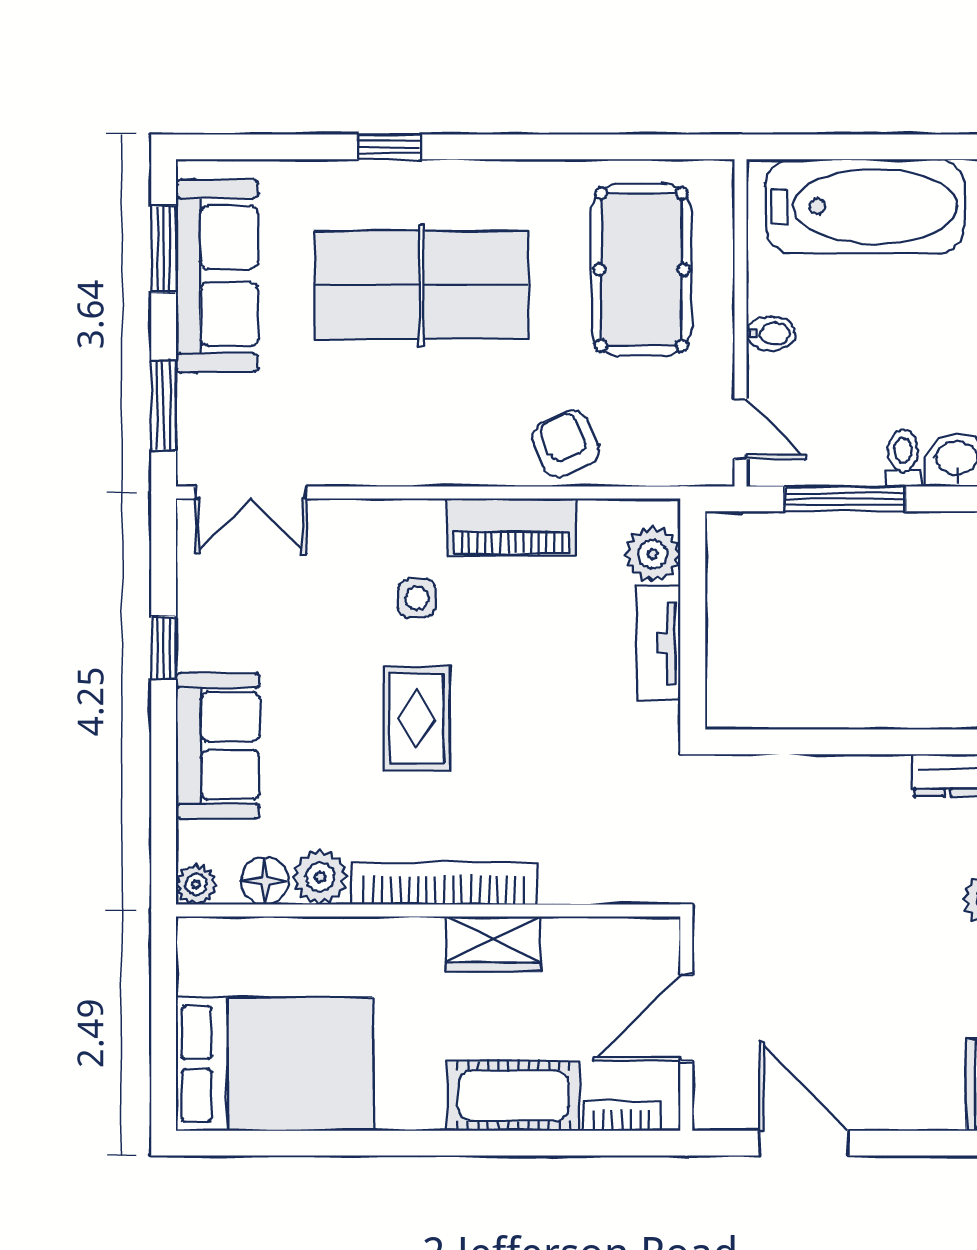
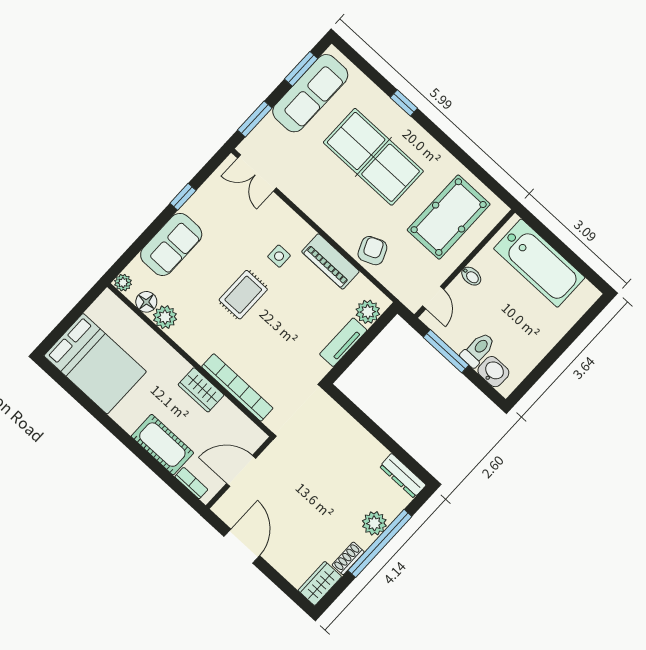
toilet: (903, 458) -> (478, 350), width x1.37, depth x1.39
bookcase: (444, 884) -> (237, 387), moved

